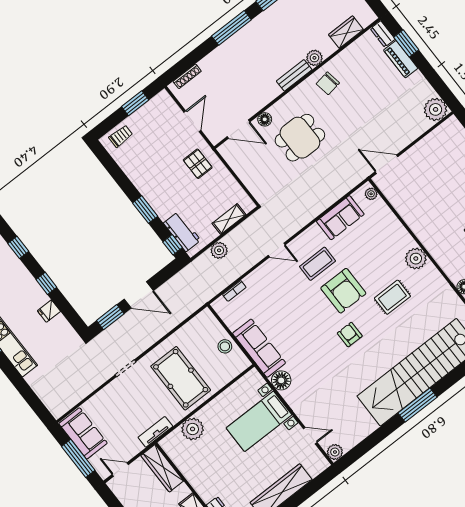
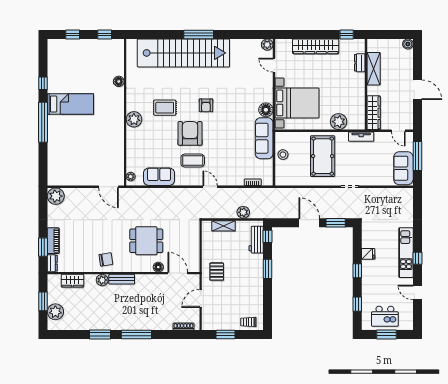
bed with nightstands: (259, 421) -> (297, 103), width x1.36

